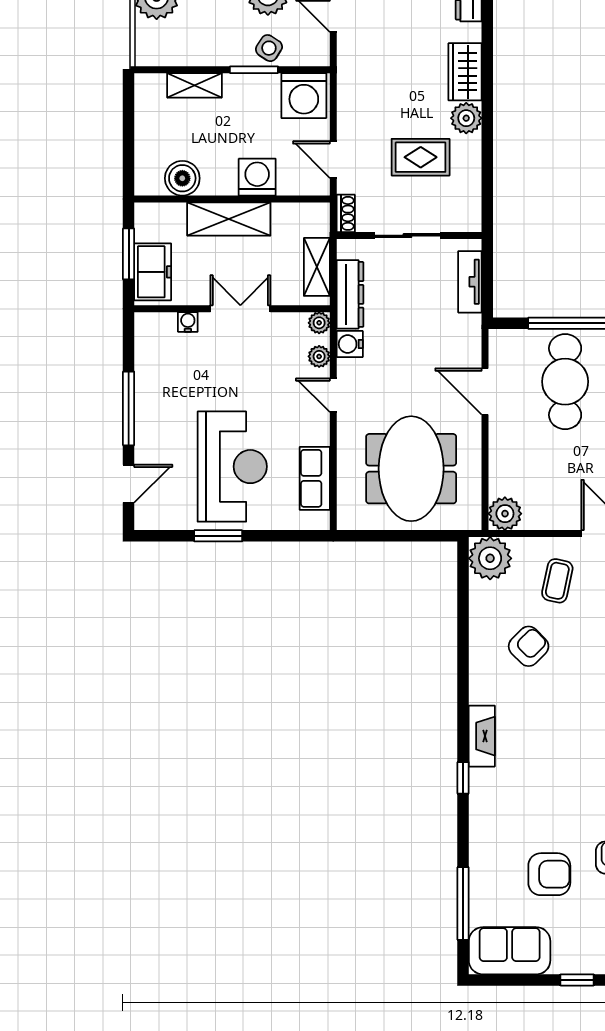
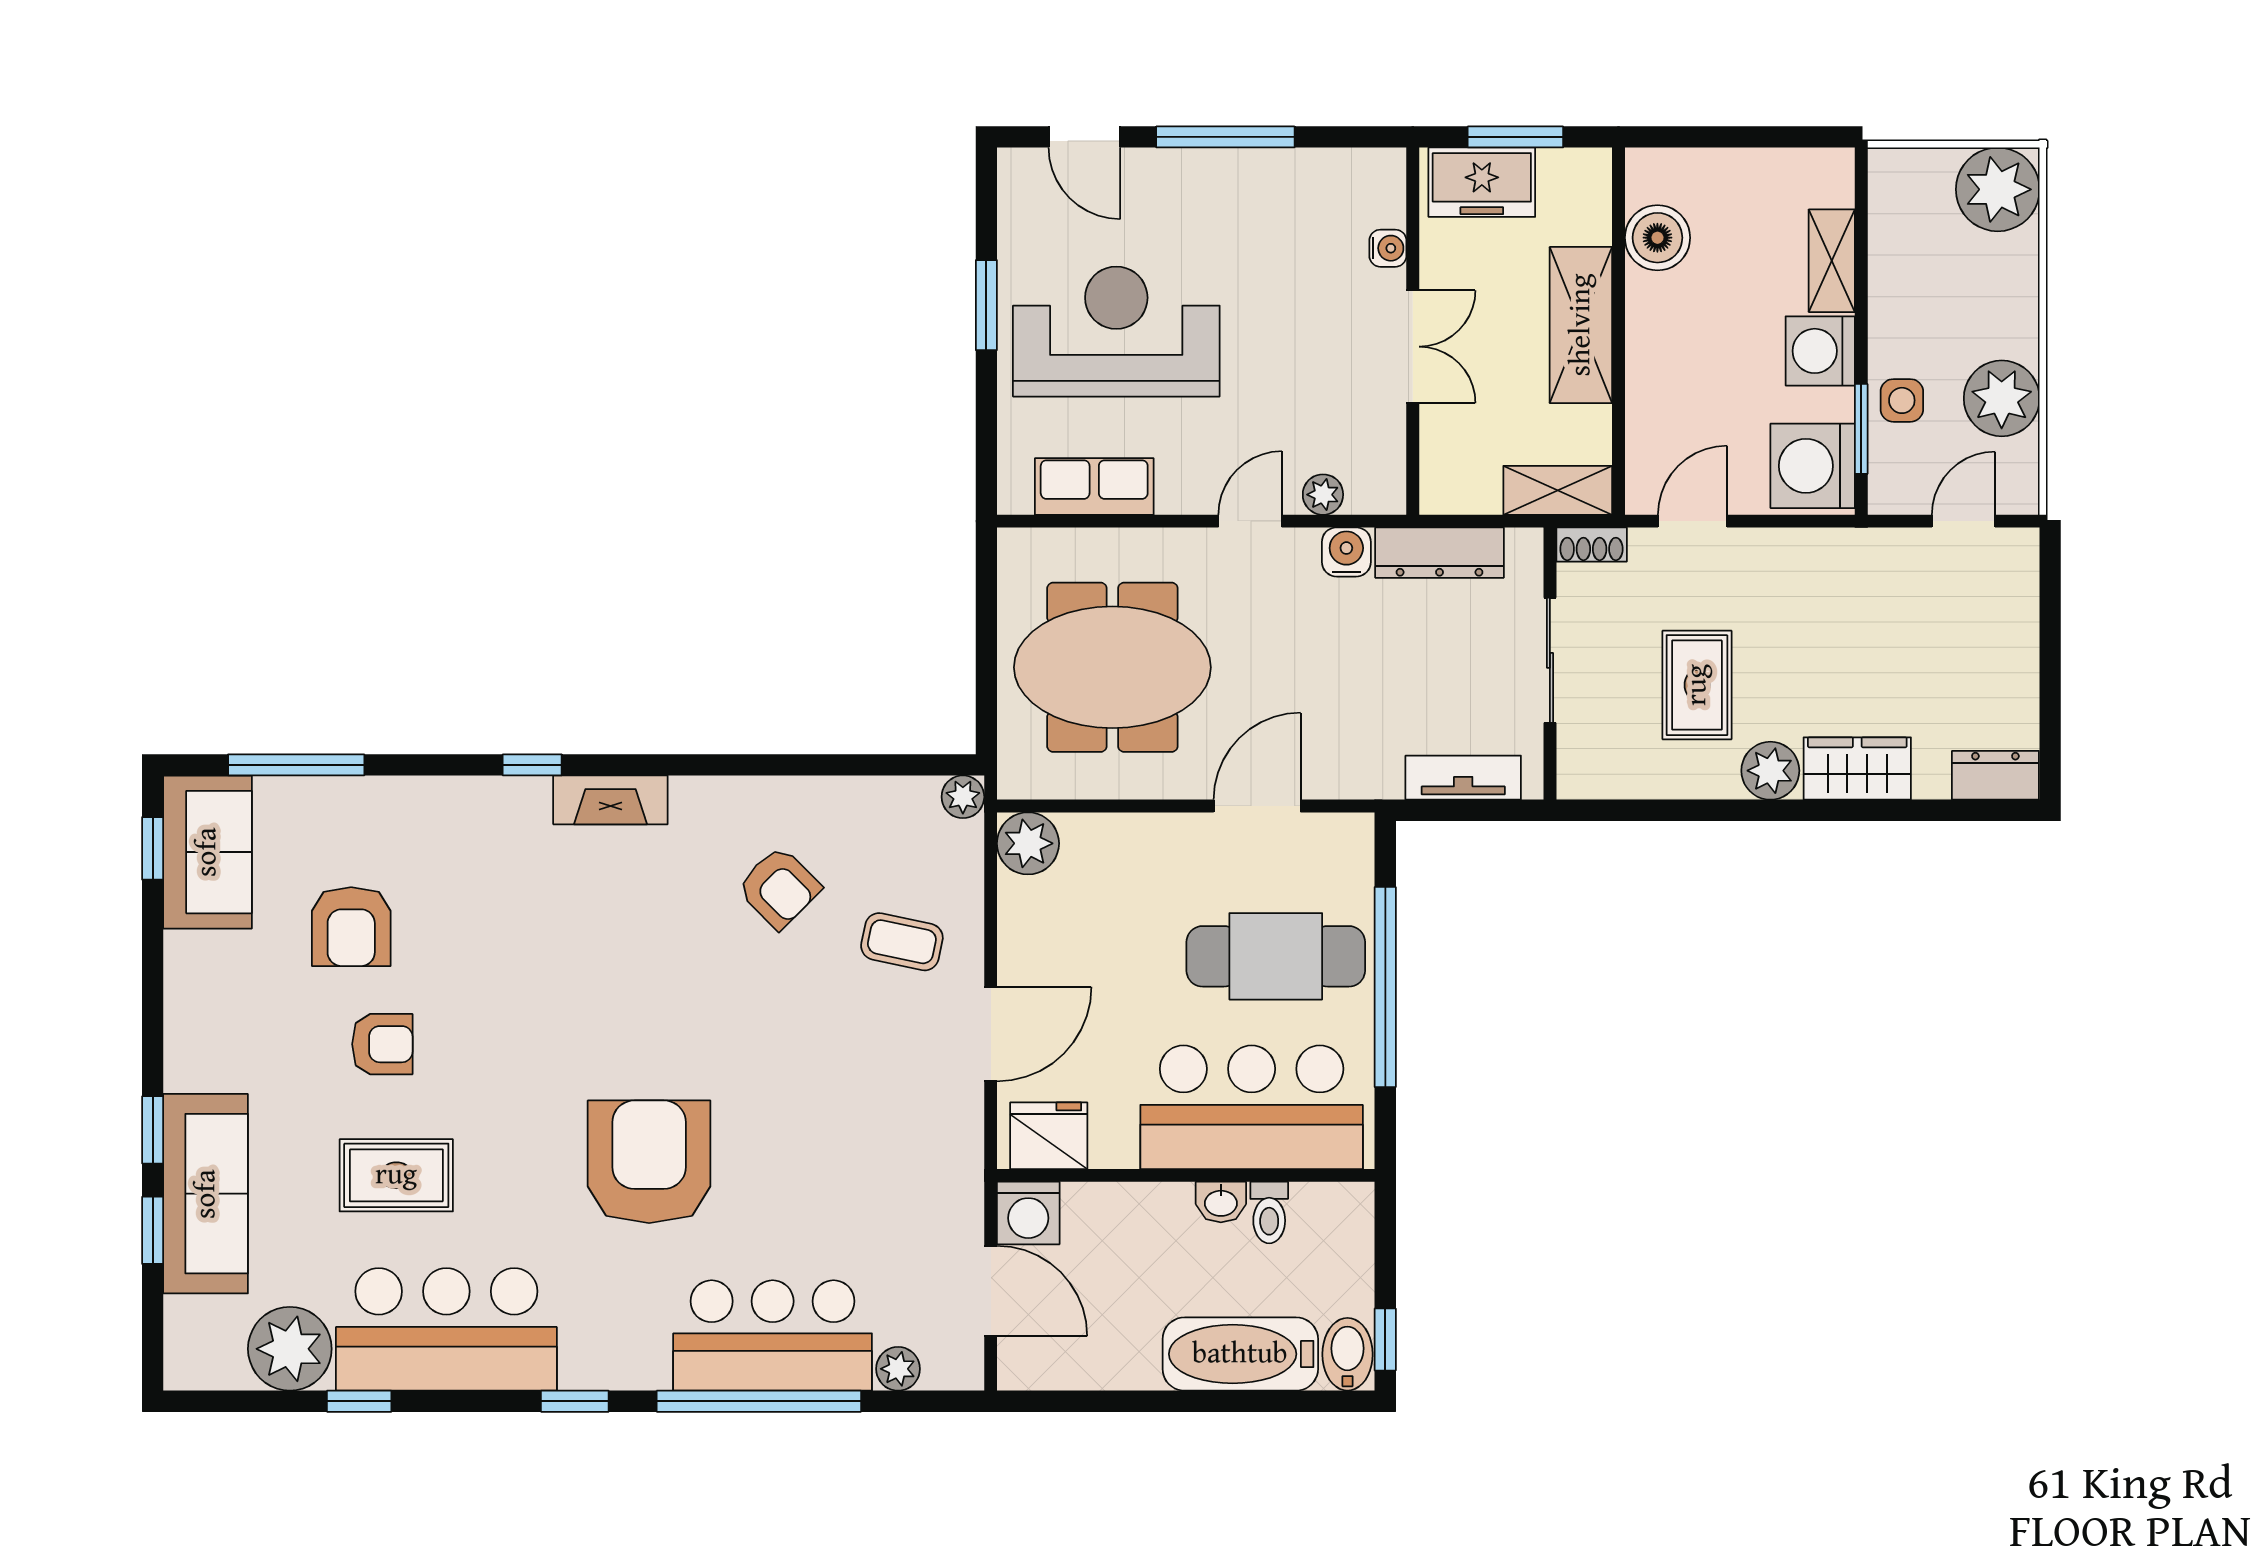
side table: (269, 48) -> (1902, 400), turned -33
window: (254, 70) -> (1861, 429), moved
washing machine: (257, 177) -> (1820, 351), moved, turned 180
shelving: (317, 267) -> (1558, 490), moved
plant: (319, 323) -> (1386, 495), removed
reception desk: (232, 467) -> (1116, 332), turned 180
plant: (490, 558) -> (963, 797), width x0.53, depth x0.53
window: (577, 980) -> (153, 848), moved

